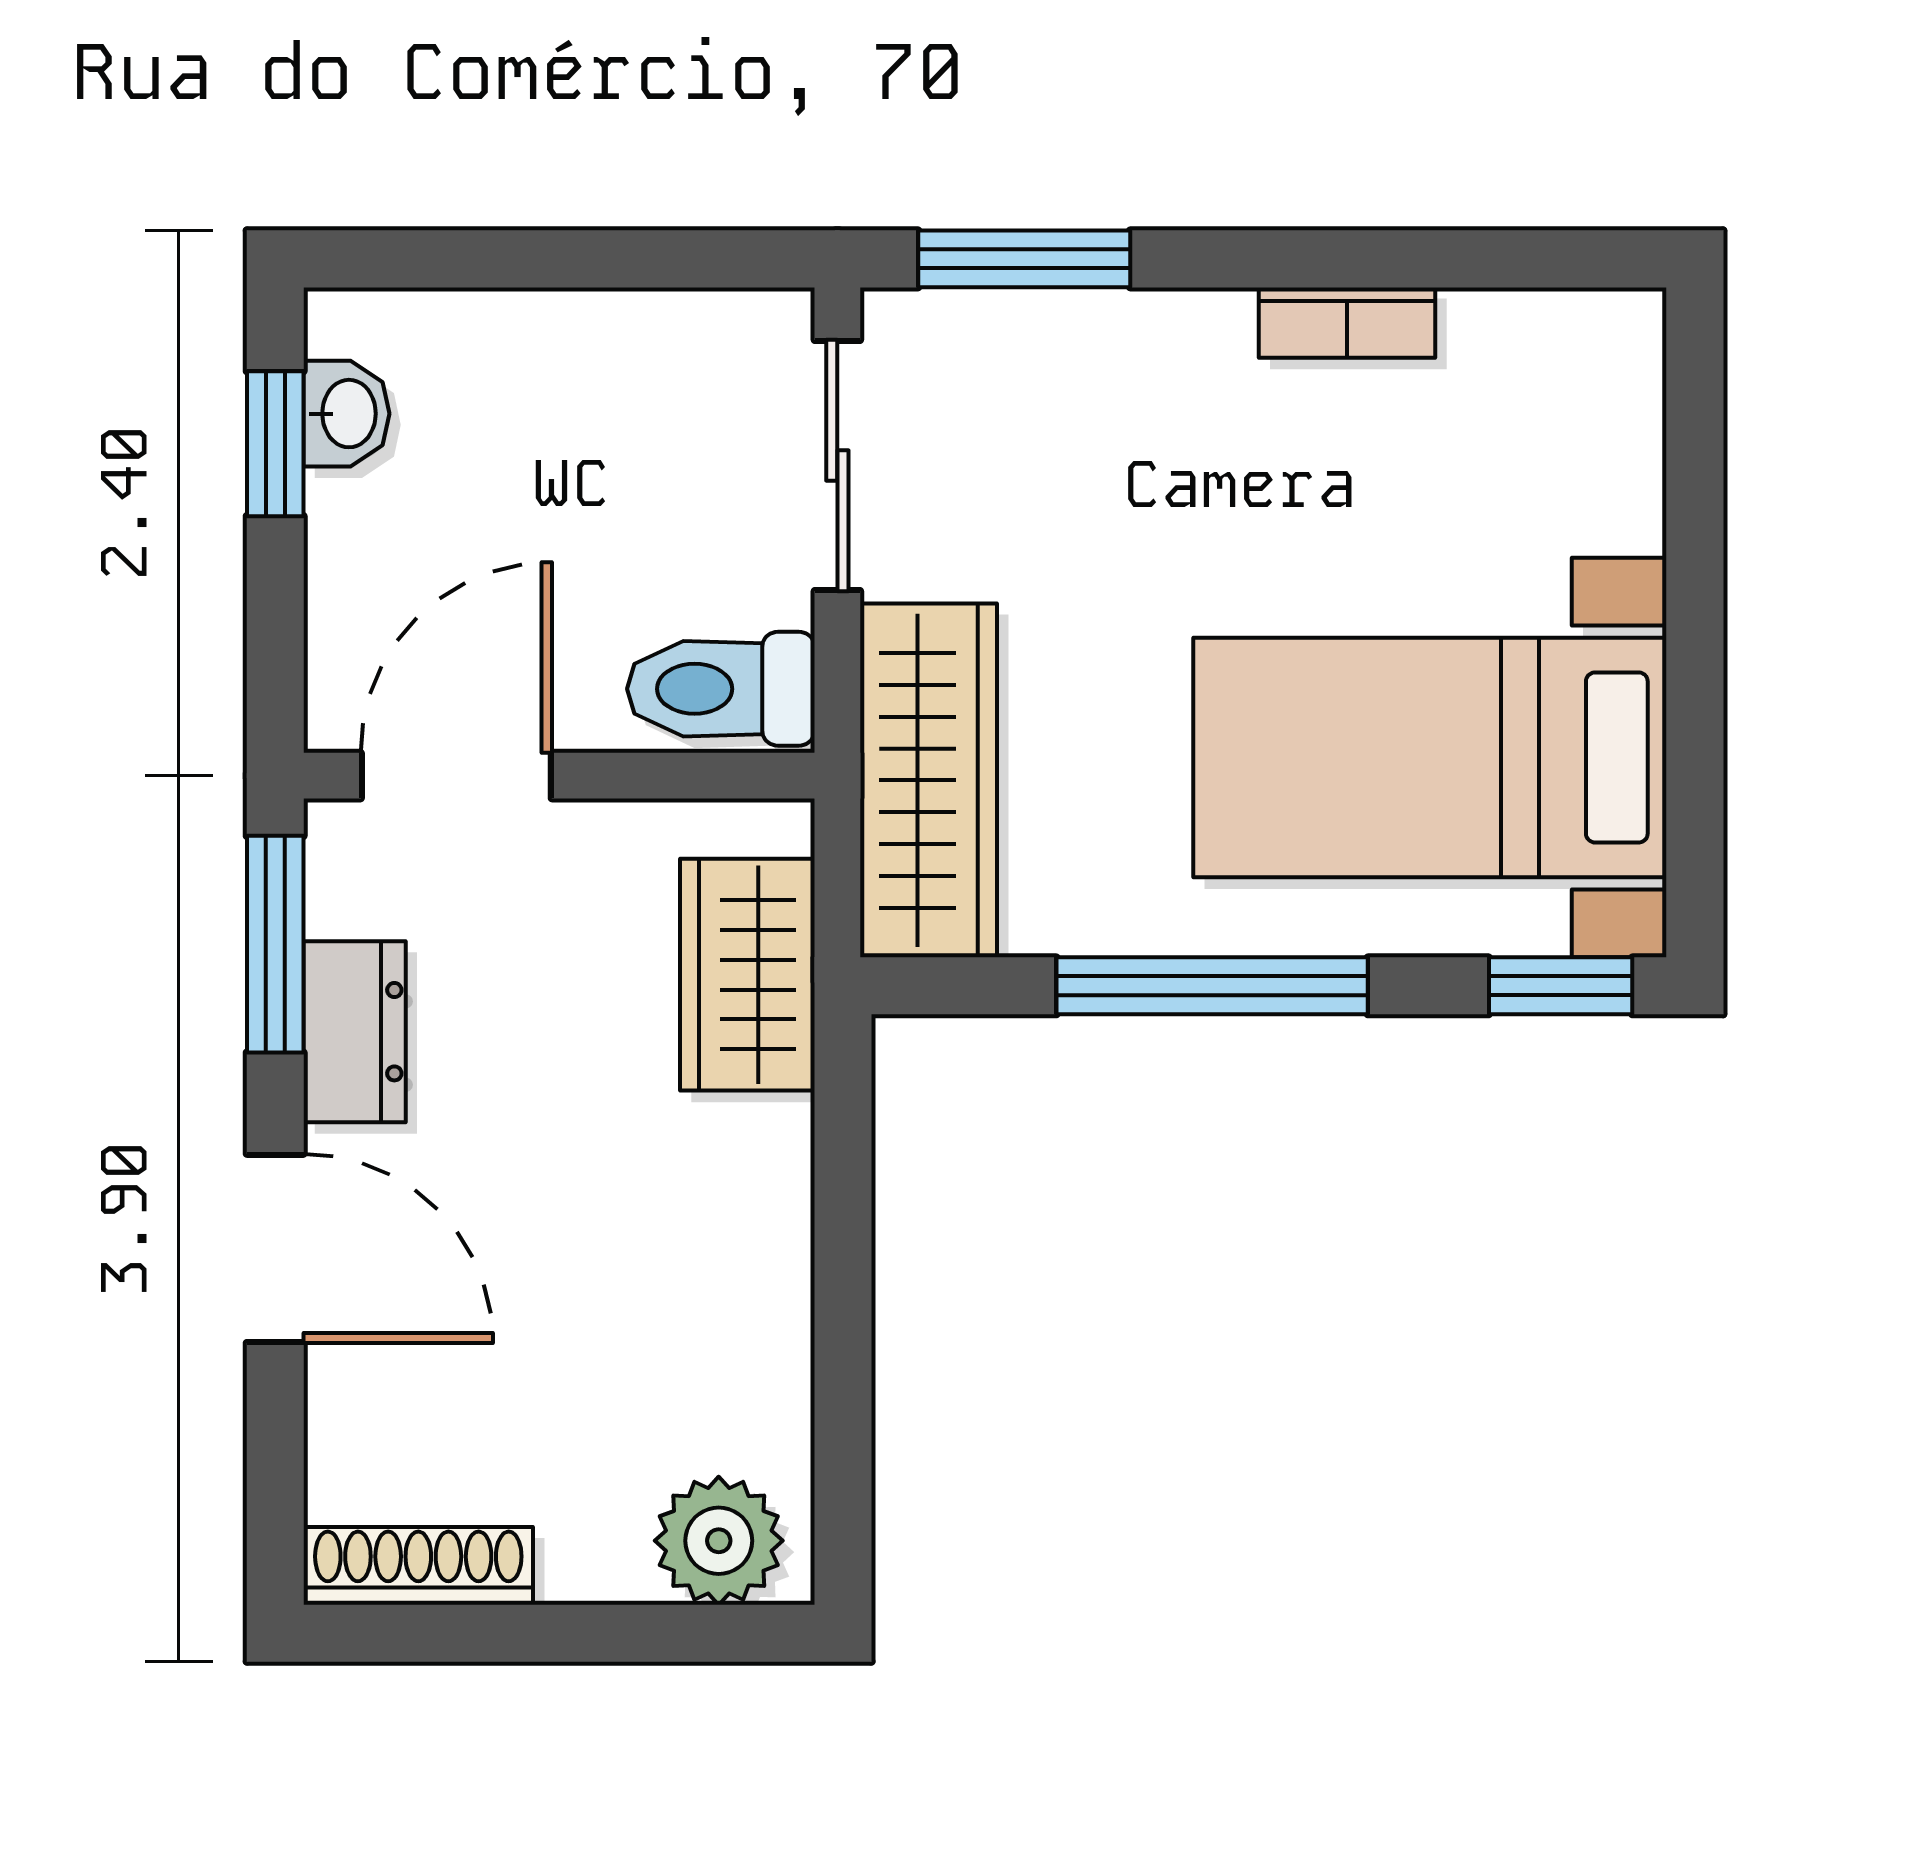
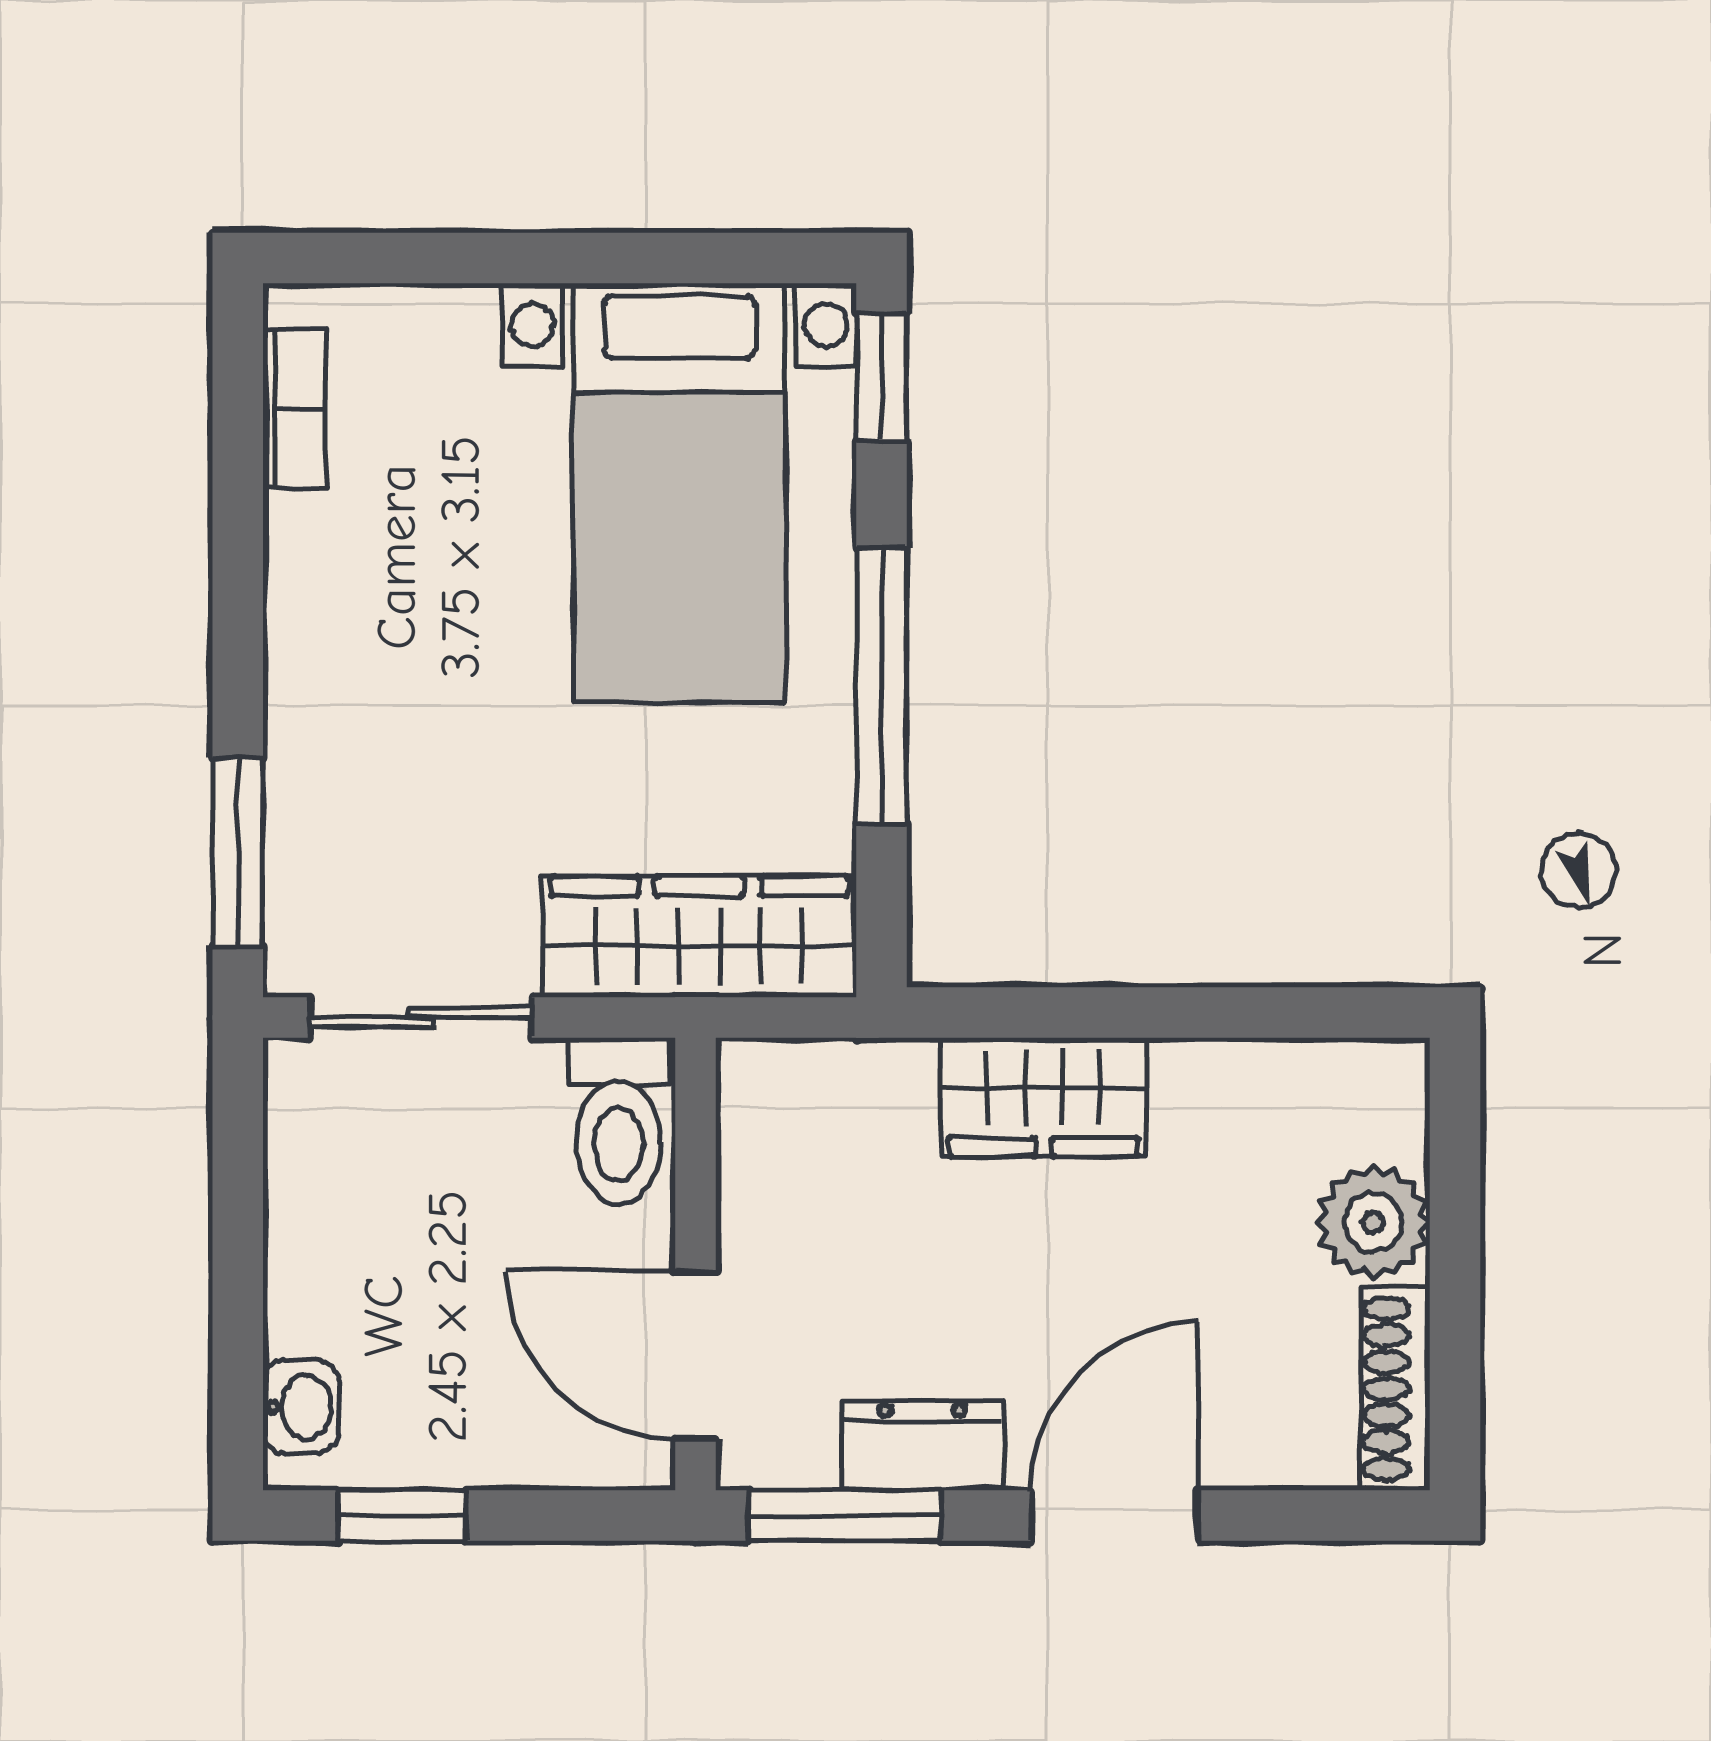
bookcase: (1347, 323) -> (294, 409), moved
washbasin: (346, 414) -> (301, 1407), moved, turned 90
wardrobe: (747, 975) -> (1043, 1097), moved
plant: (719, 1541) -> (1373, 1222), moved

